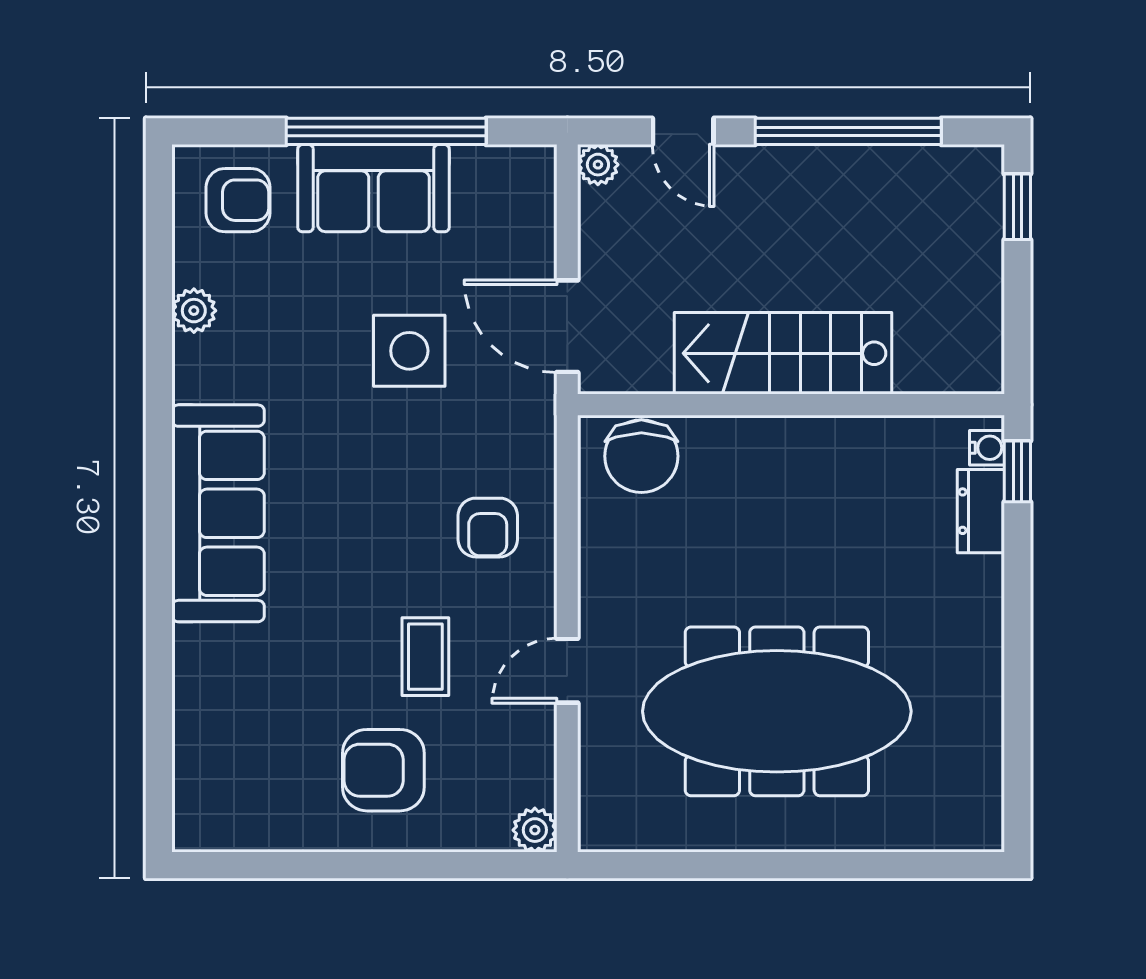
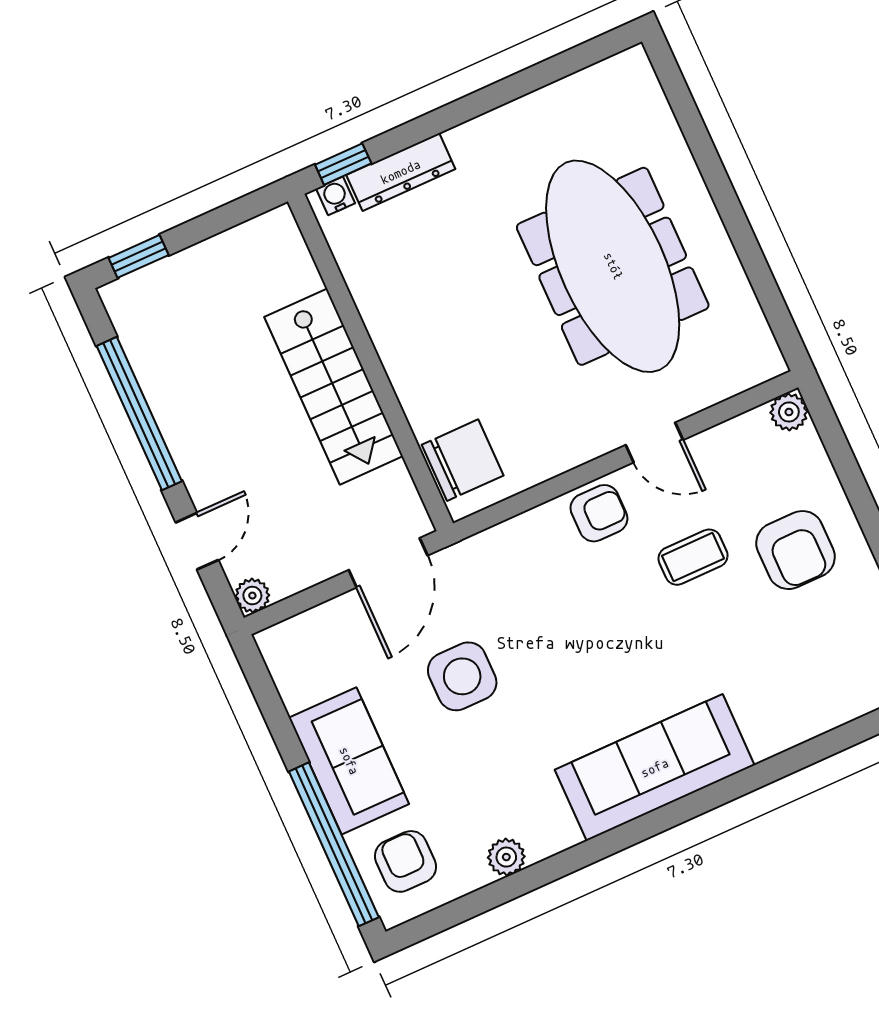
window: (386, 131) -> (334, 844), moved
dresser: (981, 511) -> (401, 172), width x1.44
armchair: (488, 528) -> (599, 513), moved

